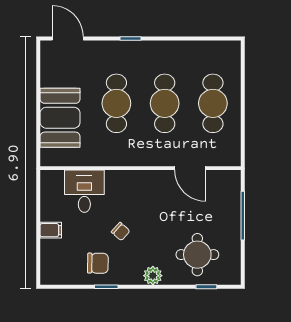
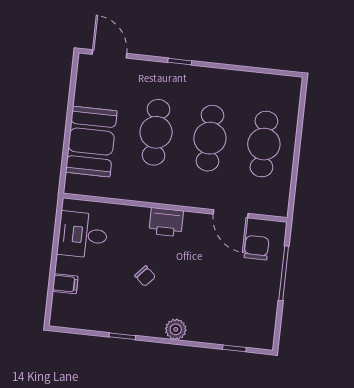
printer: (134, 182) -> (166, 222), added
desk: (84, 191) -> (83, 235), moved, turned -90
filing cabinet: (51, 230) -> (65, 284), moved
round table: (197, 255) -> (228, 311), removed
chair: (98, 263) -> (257, 248), moved, turned -91

